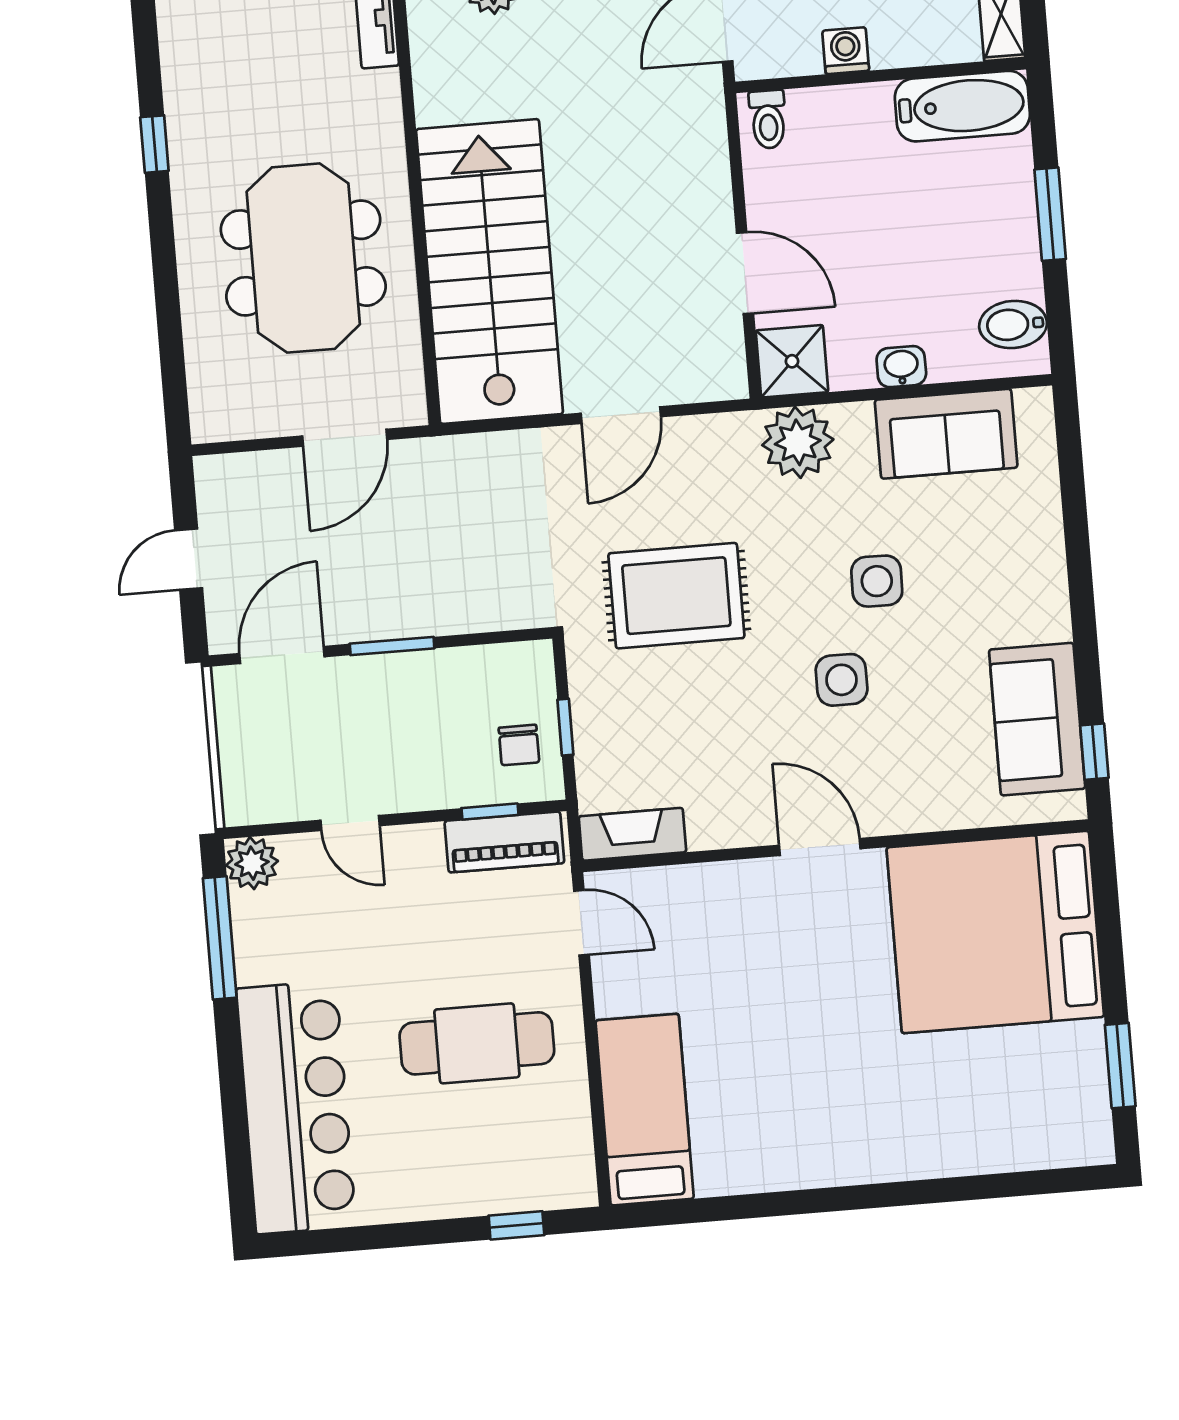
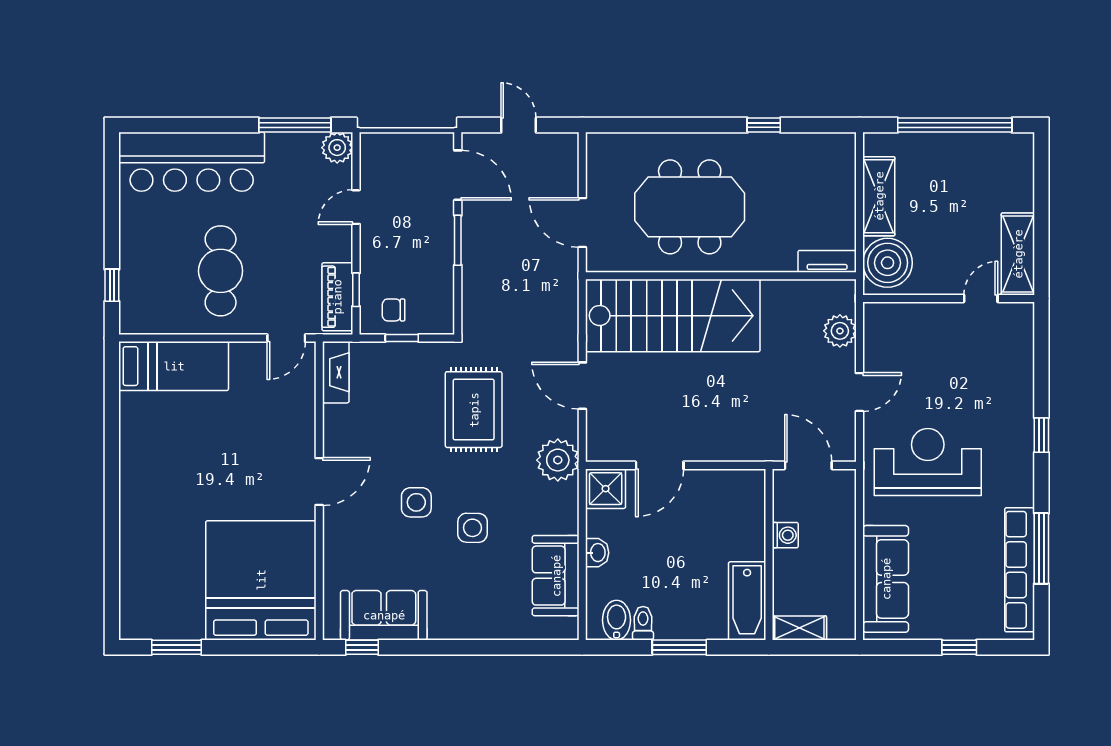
toilet: (768, 119) -> (643, 623), moved, turned 90
plant: (798, 442) -> (558, 460), moved

